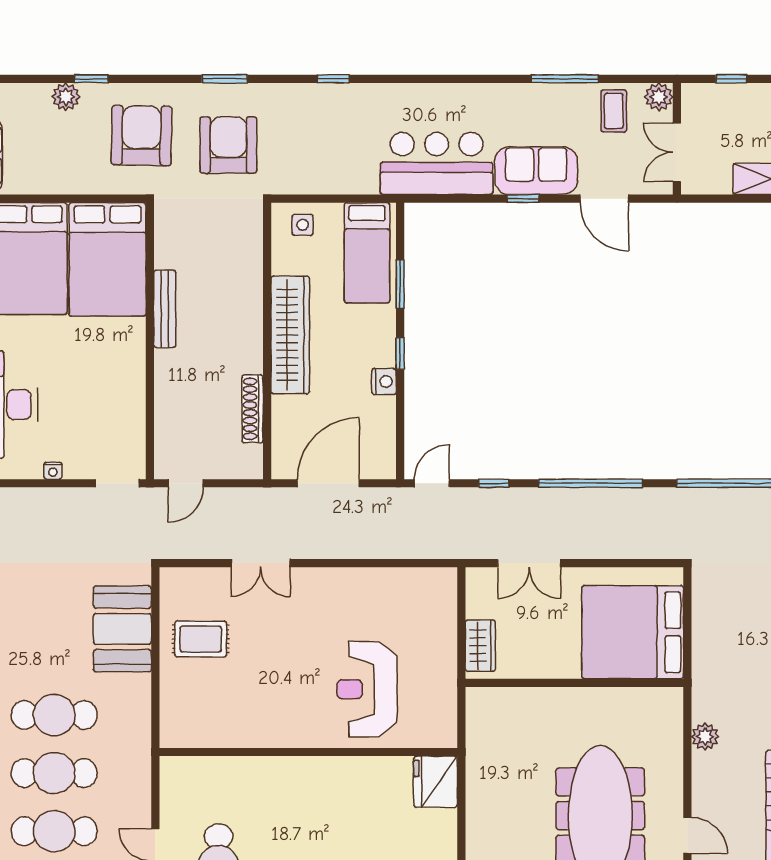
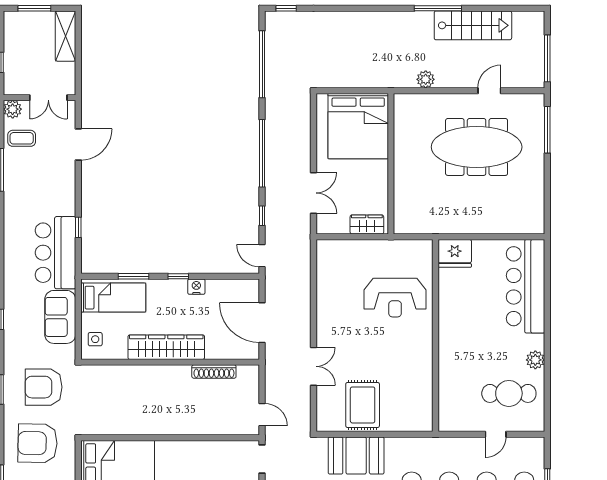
sofa: (536, 171) -> (60, 317), moved
window: (523, 199) -> (78, 227), moved
bench: (165, 309) -> (149, 428), removed
rug: (201, 639) -> (363, 405), width x1.36, depth x1.43

